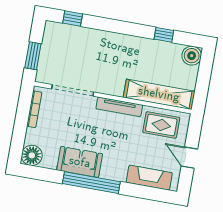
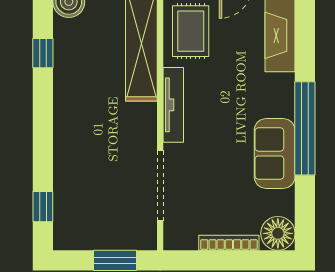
bookcase: (34, 109) -> (229, 243), moved

